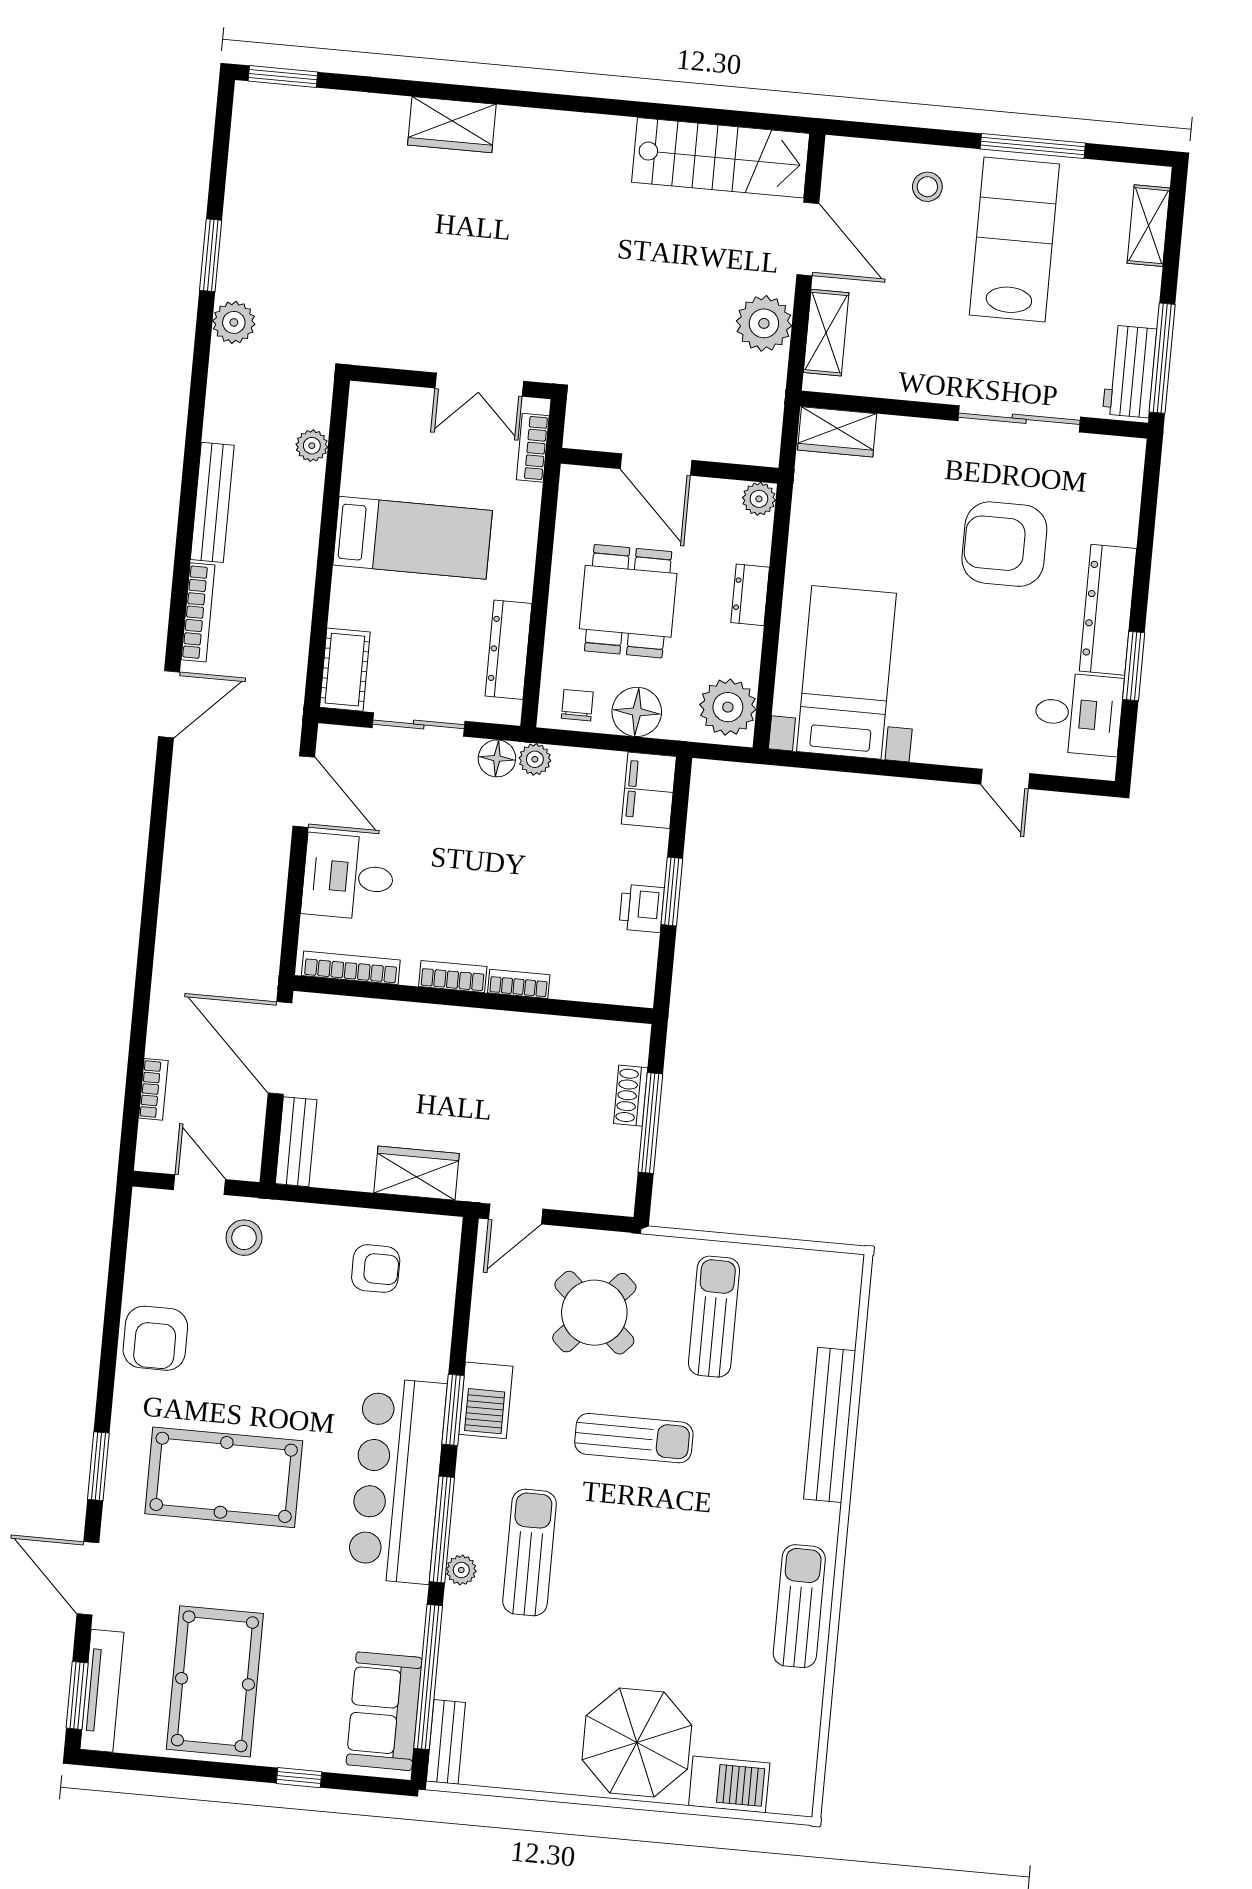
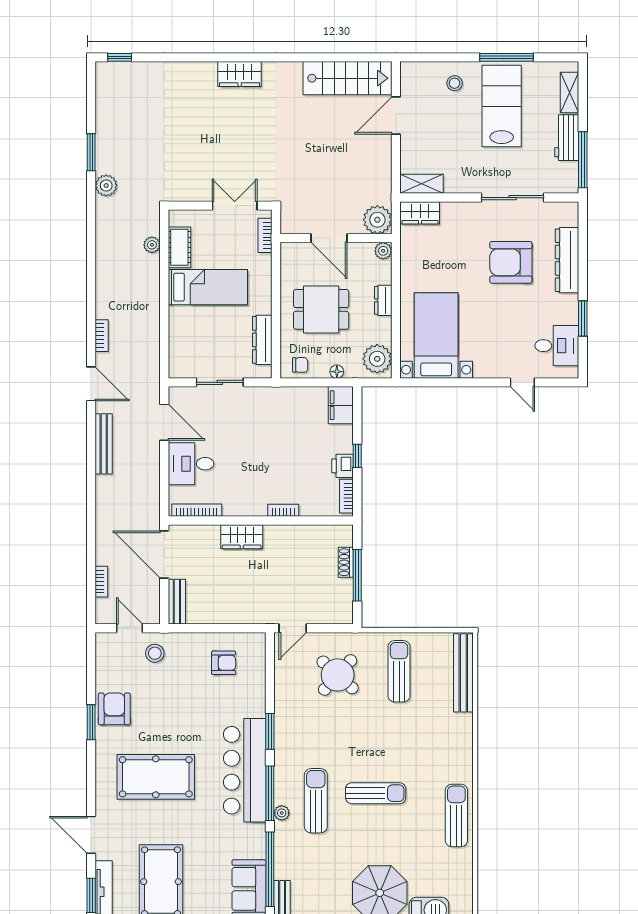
window: (283, 77) -> (120, 57), width x0.67
wardrobe: (452, 125) -> (240, 74), moved
door: (808, 239) -> (396, 116), swing flipped
plant: (764, 323) -> (377, 220), moved
shelving: (826, 333) -> (422, 184), moved, turned 90
workbench: (1130, 371) -> (567, 138), moved
double door: (479, 385) -> (235, 206), swing flipped
bench: (212, 502) -> (104, 444), moved
dining table: (628, 601) -> (321, 309), turned 90
dresser: (1108, 610) -> (567, 260), moved
bookcase: (198, 612) -> (102, 336), width x0.64
cot: (345, 670) -> (179, 247), moved
door: (169, 704) -> (91, 384), hinge flipped
chair: (577, 705) -> (300, 365), turned 90
floor lamp: (637, 712) -> (337, 372), width x0.53, depth x0.53
floor lamp: (497, 758) -> (261, 396), removed
plant: (535, 759) -> (281, 395), removed
window: (672, 892) -> (357, 456), width x0.67
bookcase: (453, 976) -> (346, 496), moved, turned -90
wardrobe: (417, 1173) -> (242, 537), moved, turned 180
armchair: (155, 1338) -> (114, 709), turned 180
barbecue: (486, 1400) -> (286, 725), removed
bench: (830, 1425) -> (463, 673), moved
sun lounger: (634, 1438) -> (376, 793), moved
window: (98, 1466) -> (91, 722), moved

